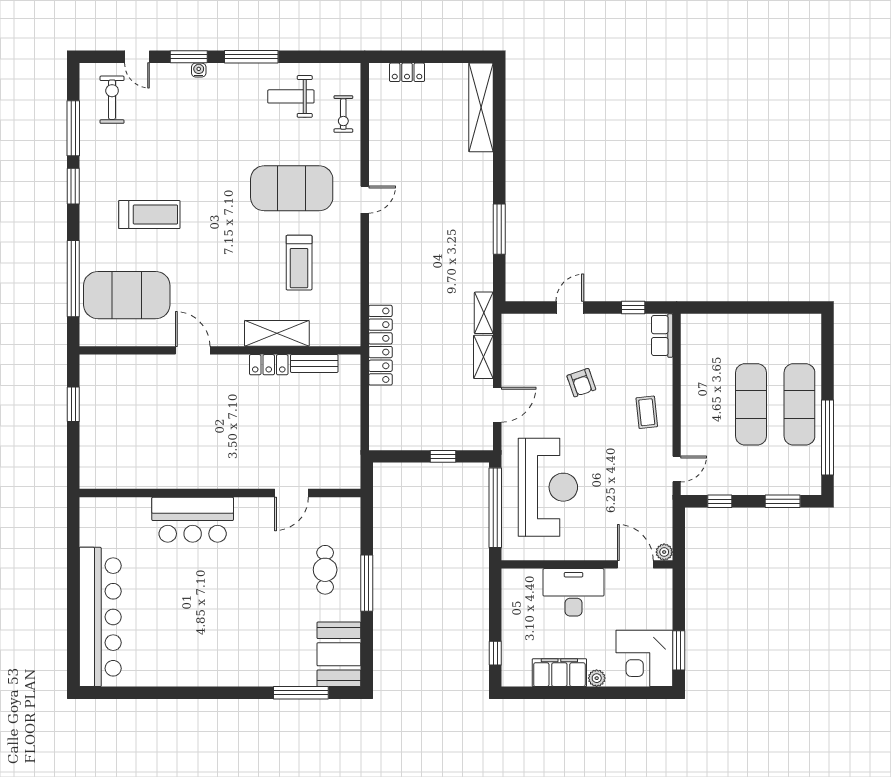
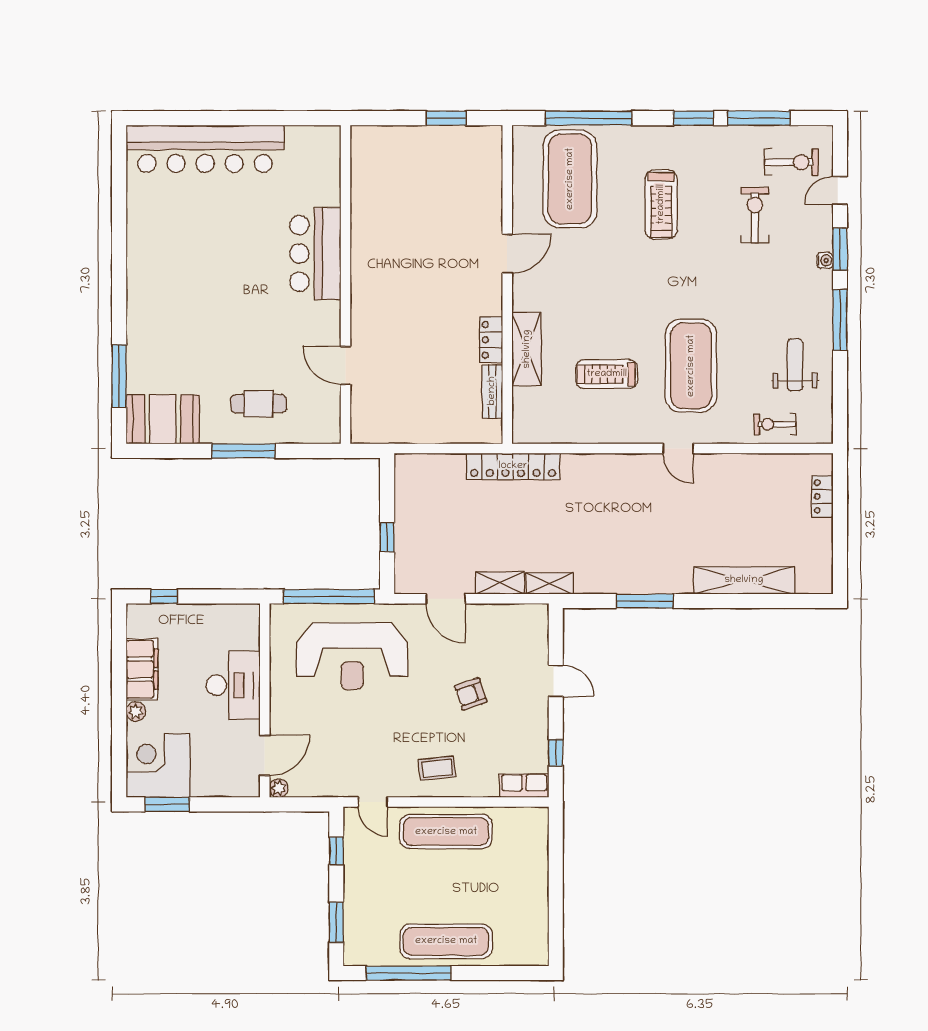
shelving: (481, 107) -> (744, 580), moved
exercise bike: (159, 132) -> (755, 215), added
exercise mat: (751, 404) -> (446, 832), moved

